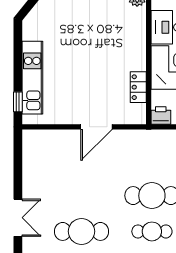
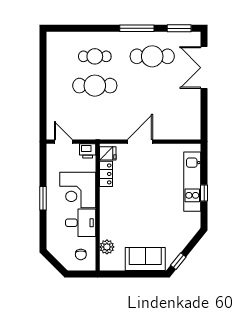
window: (18, 102) -> (204, 193), moved
fridge: (136, 112) -> (108, 153), added
double door: (18, 218) -> (204, 68), width x1.37

